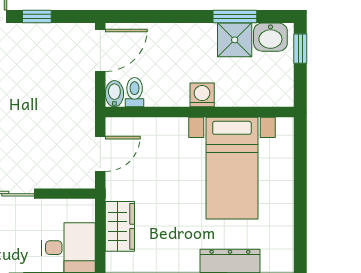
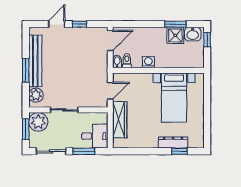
washing machine: (202, 95) -> (148, 62), moved
wardrobe: (120, 226) -> (120, 120), width x1.50

